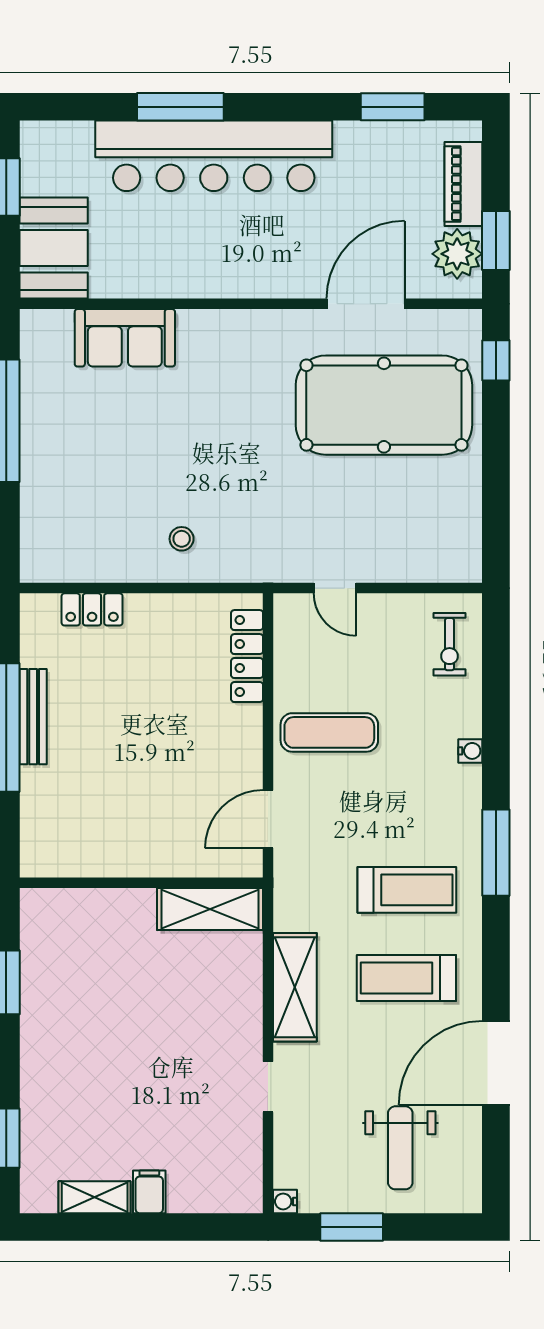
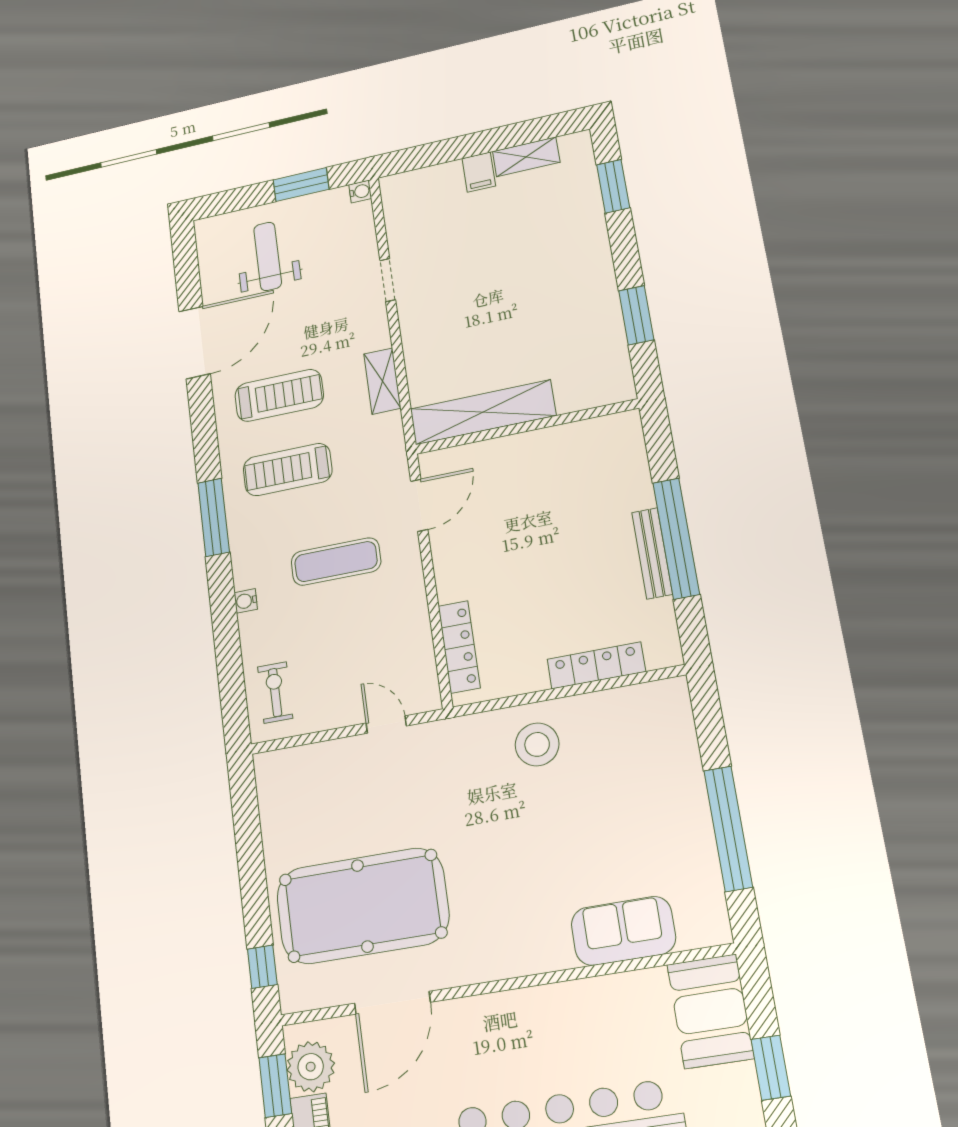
stool: (182, 539) -> (537, 744), width x1.89, depth x1.89
locker: (92, 609) -> (596, 665), width x1.53
exercise mat: (329, 732) -> (336, 562), moved
shelving: (210, 909) -> (483, 412), width x1.47
shelving: (295, 987) -> (382, 381), width x0.67, depth x0.75

